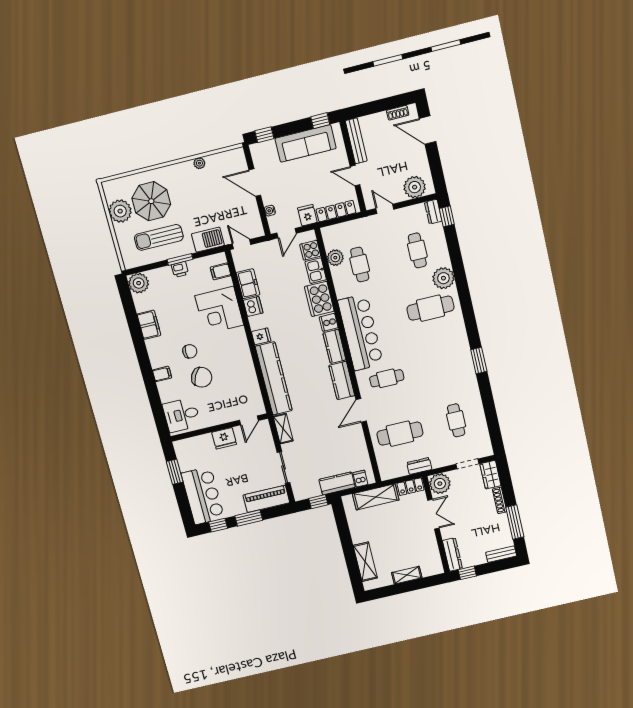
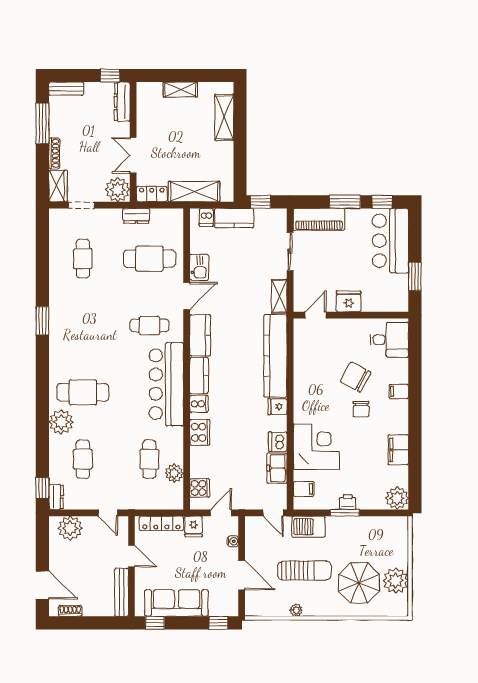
sun lounger: (159, 237) -> (304, 570), moved
kitchen sink: (316, 271) -> (199, 267), moved
cooker: (319, 299) -> (200, 432), width x0.73, depth x0.76
chair: (190, 351) -> (361, 409), turned -90

